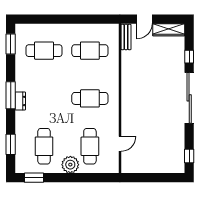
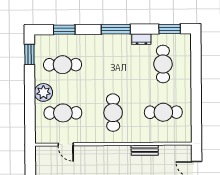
bench: (126, 37) -> (145, 150), moved
cafe table: (90, 51) -> (163, 112), turned 90
dresser: (20, 101) -> (141, 39), moved

